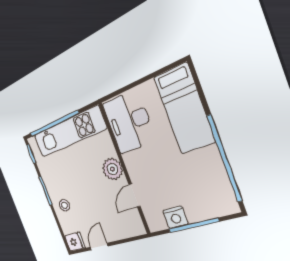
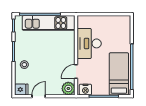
bed: (184, 109) -> (119, 74), moved, turned 180
desk: (129, 122) -> (89, 43), moved
plant: (112, 169) -> (68, 88), moved
nightstand: (175, 217) -> (85, 90), moved

